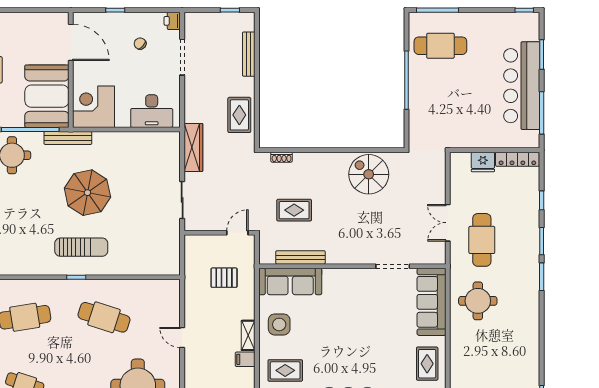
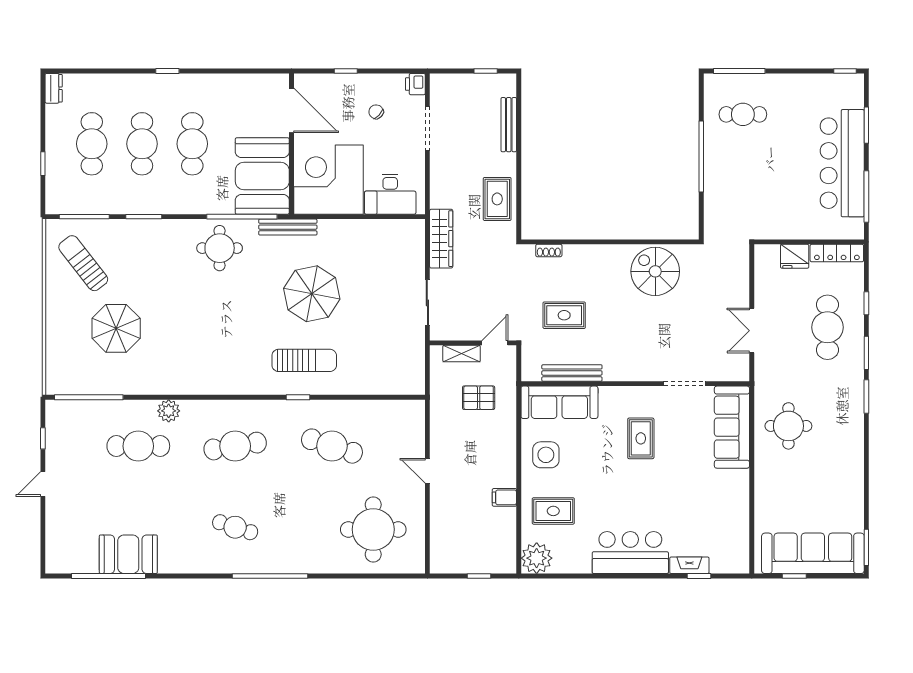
cafe table: (440, 46) -> (743, 114), width x0.73, depth x0.74
corner desk: (94, 107) -> (328, 180), width x1.36, depth x1.36
cafe table: (482, 240) -> (827, 327), moved
shelving: (248, 335) -> (462, 354), moved, turned 90
rug: (427, 364) -> (641, 438), moved

